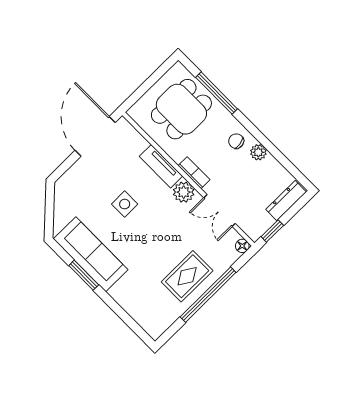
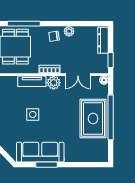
rug: (187, 276) -> (93, 118), width x1.36, depth x1.43

